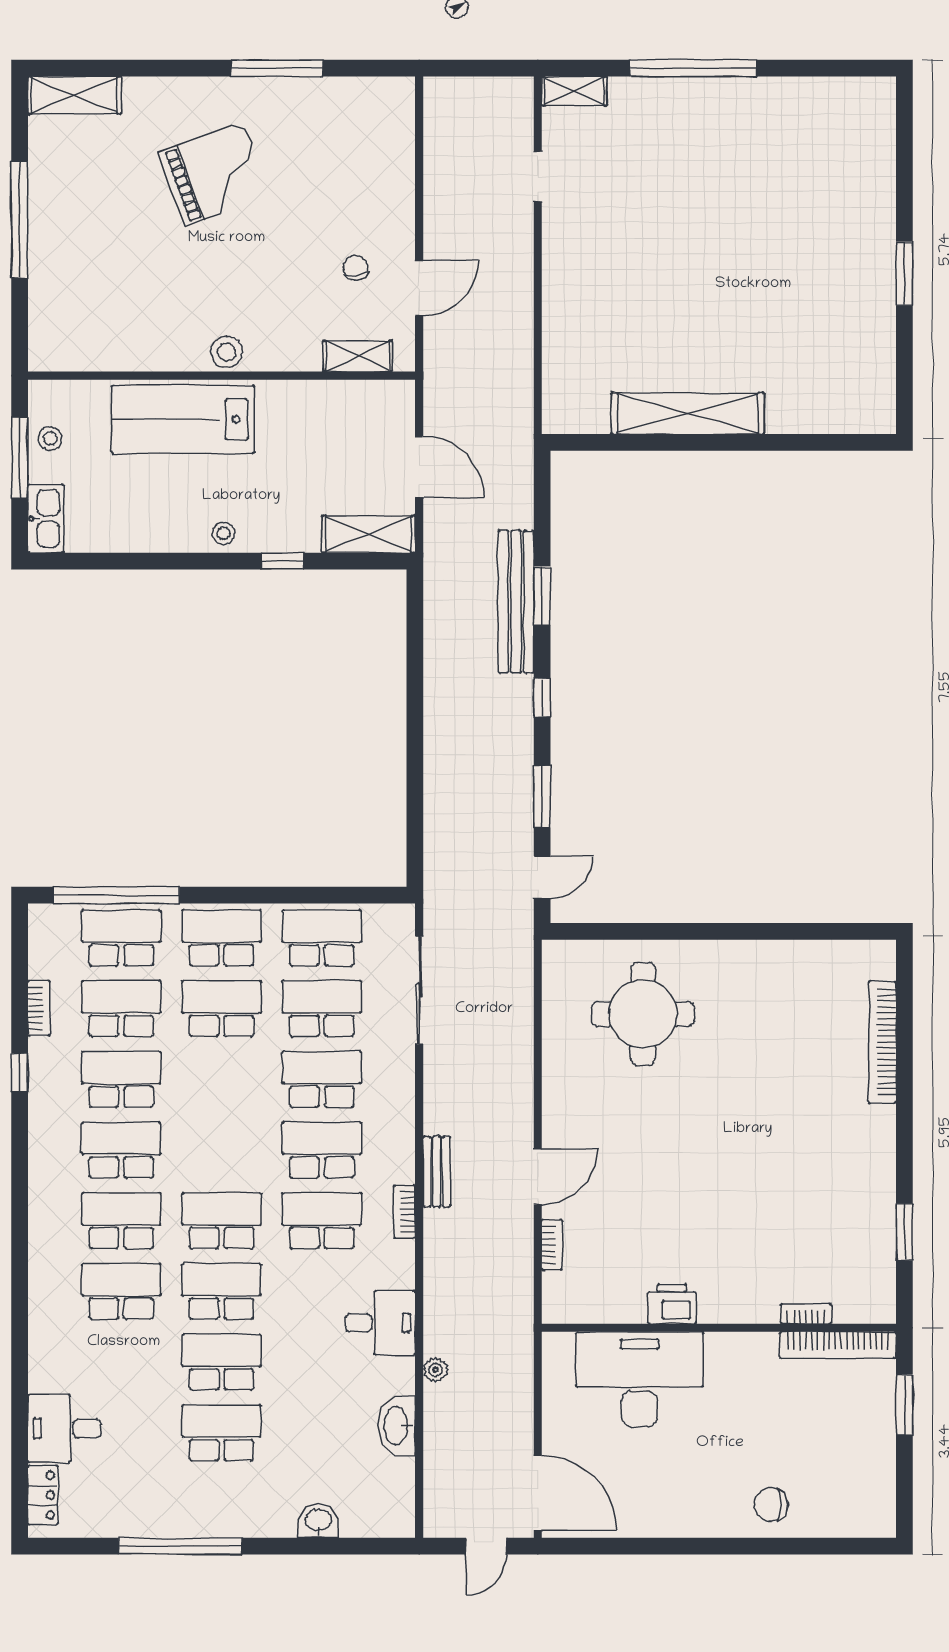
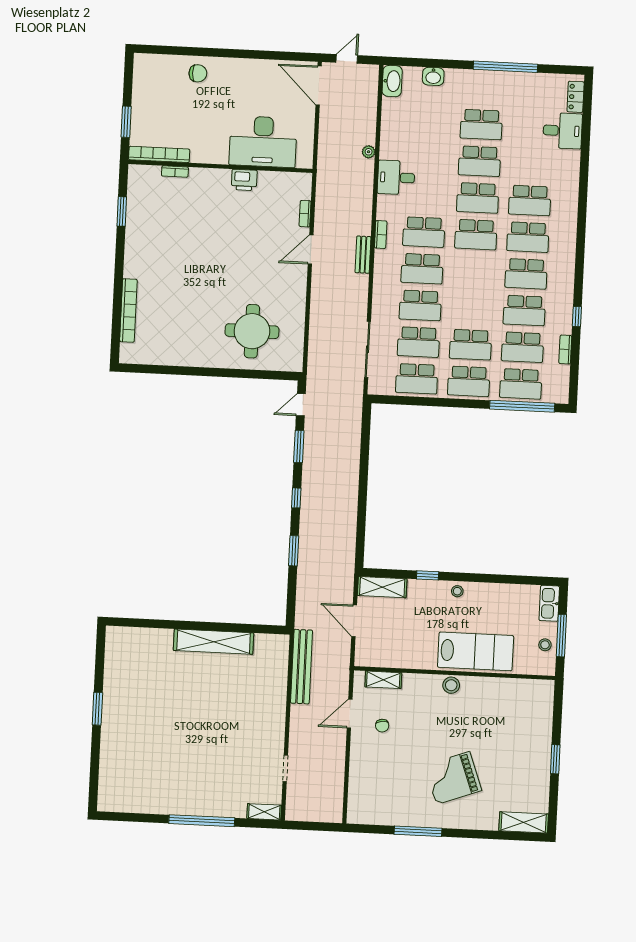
window: (20, 219) -> (555, 759), width x0.47
bench: (516, 602) -> (302, 667), moved
washbasin: (397, 1426) -> (392, 81), moved

